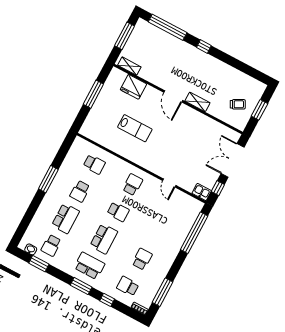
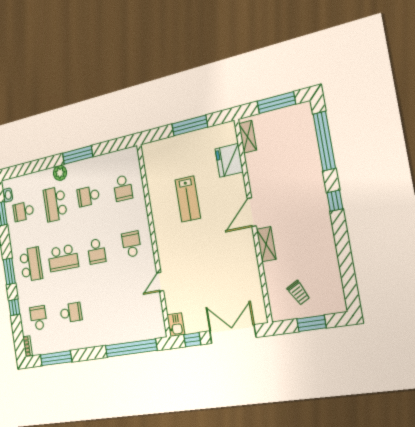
school desk: (133, 185) -> (131, 244), turned -90
plant: (49, 200) -> (60, 173), added
school desk: (66, 218) -> (55, 204), turned 90

